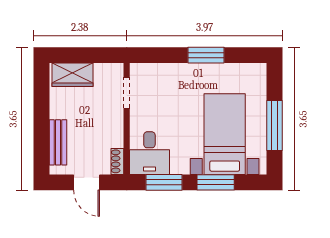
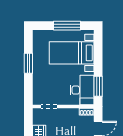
desk: (149, 153) -> (82, 90), width x1.37
window: (216, 182) -> (98, 58), removed

